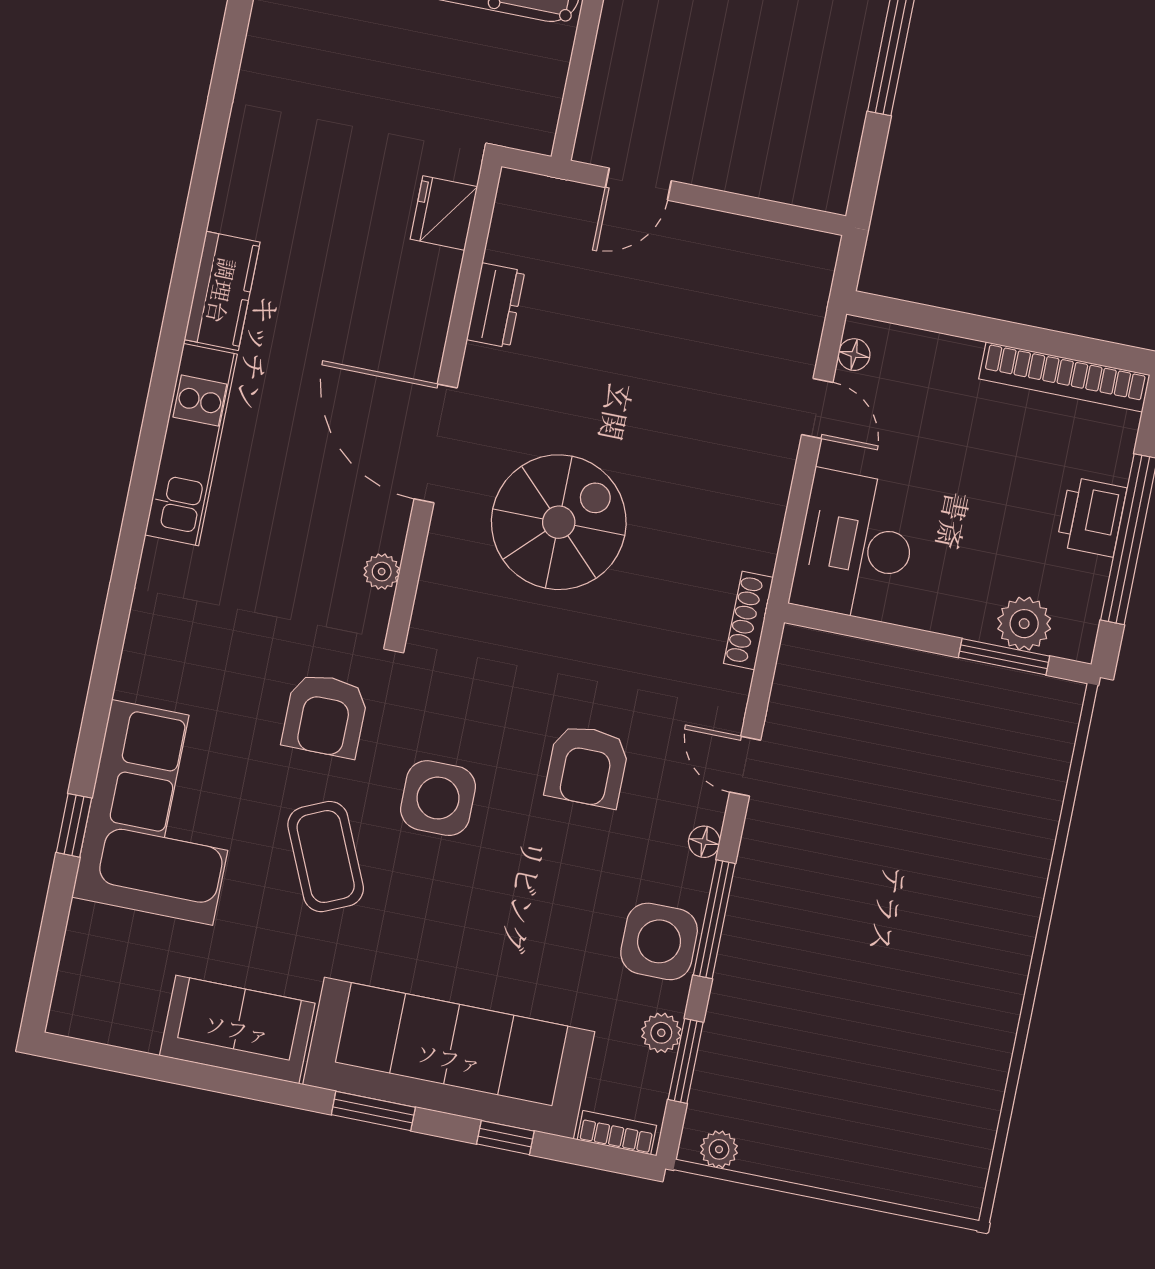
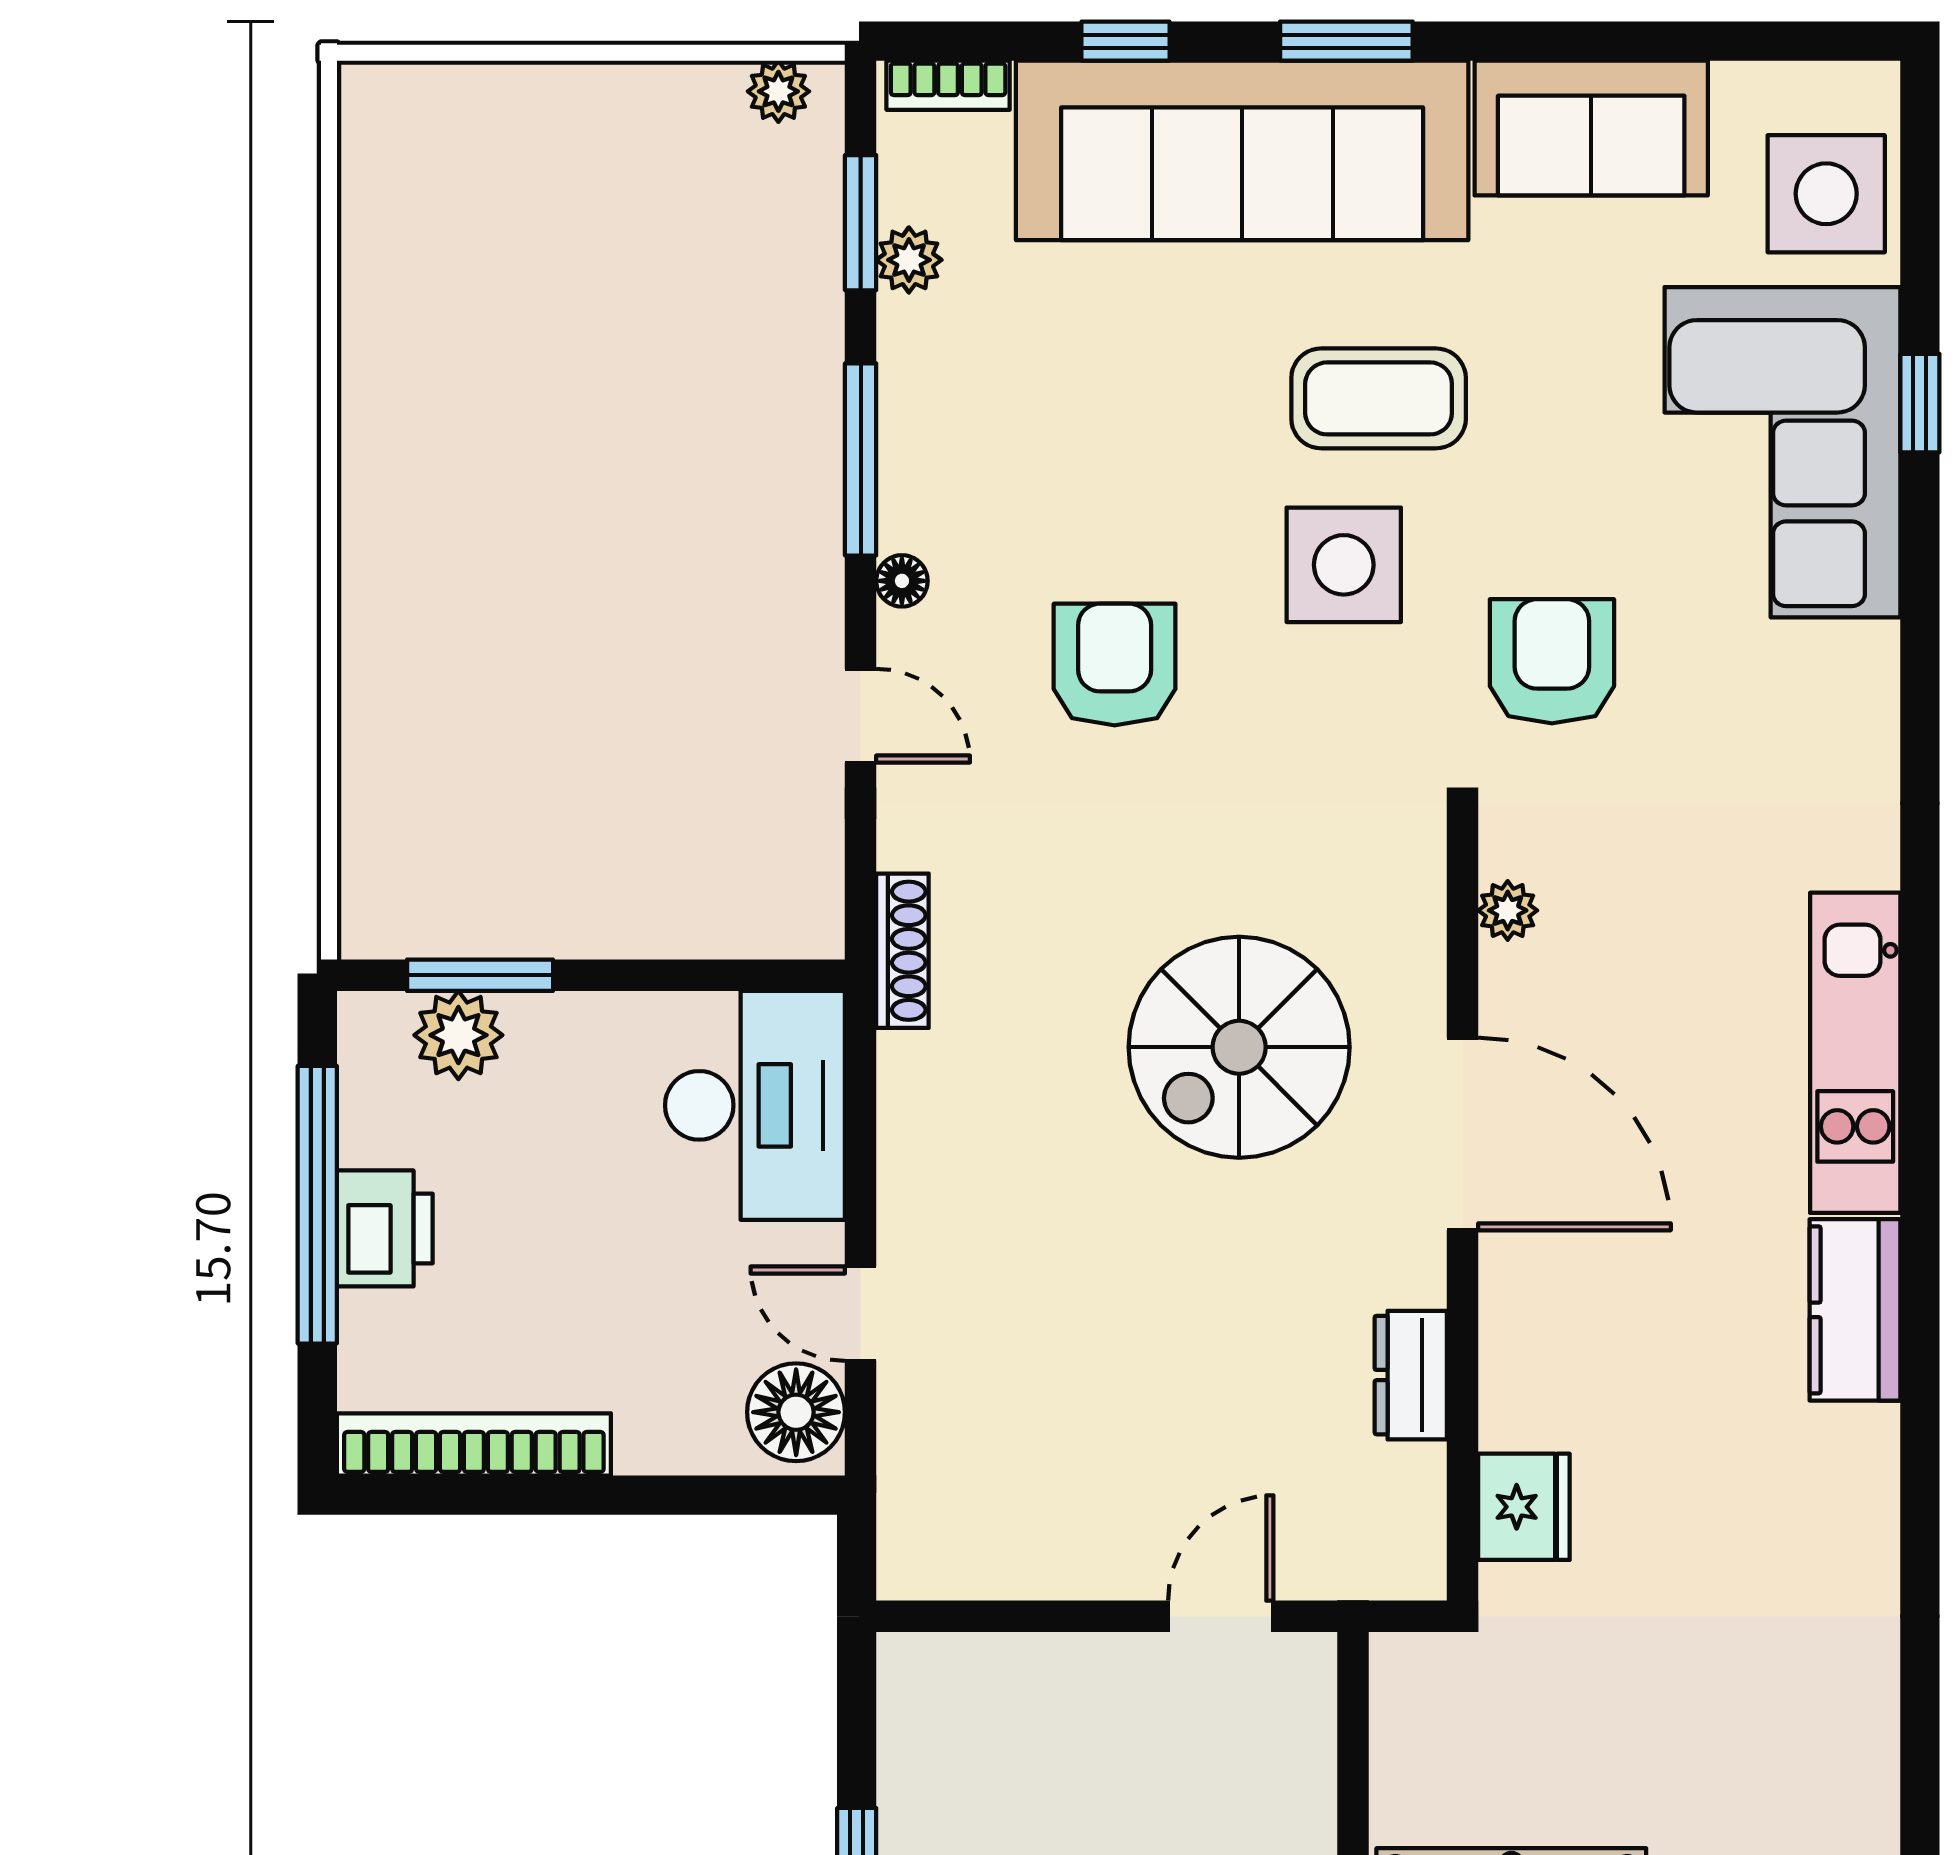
floor lamp: (854, 355) -> (796, 1412), width x1.89, depth x1.89
coffee table: (326, 857) -> (1379, 398), moved, turned -66
side table: (659, 941) -> (1826, 194), moved

